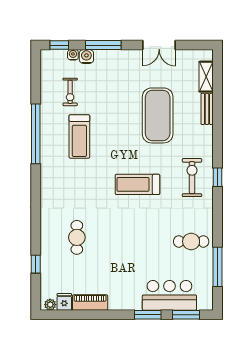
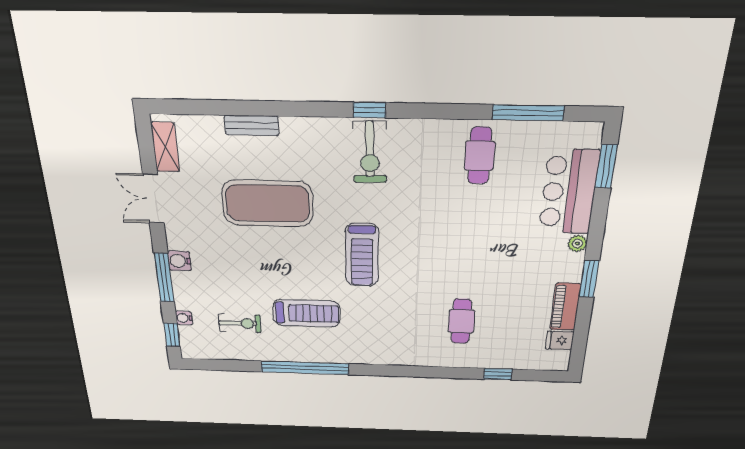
double door: (159, 45) -> (153, 199), swing flipped
water cooler: (86, 57) -> (179, 261), moved
shelving: (206, 77) -> (165, 147), moved, turned 90
exercise bike: (192, 178) -> (370, 152), turned -91
treadmill: (137, 184) -> (362, 255), moved
cafe table: (77, 237) -> (461, 321), turned 90
plant: (50, 305) -> (577, 243), moved
window: (148, 315) -> (589, 279), moved

